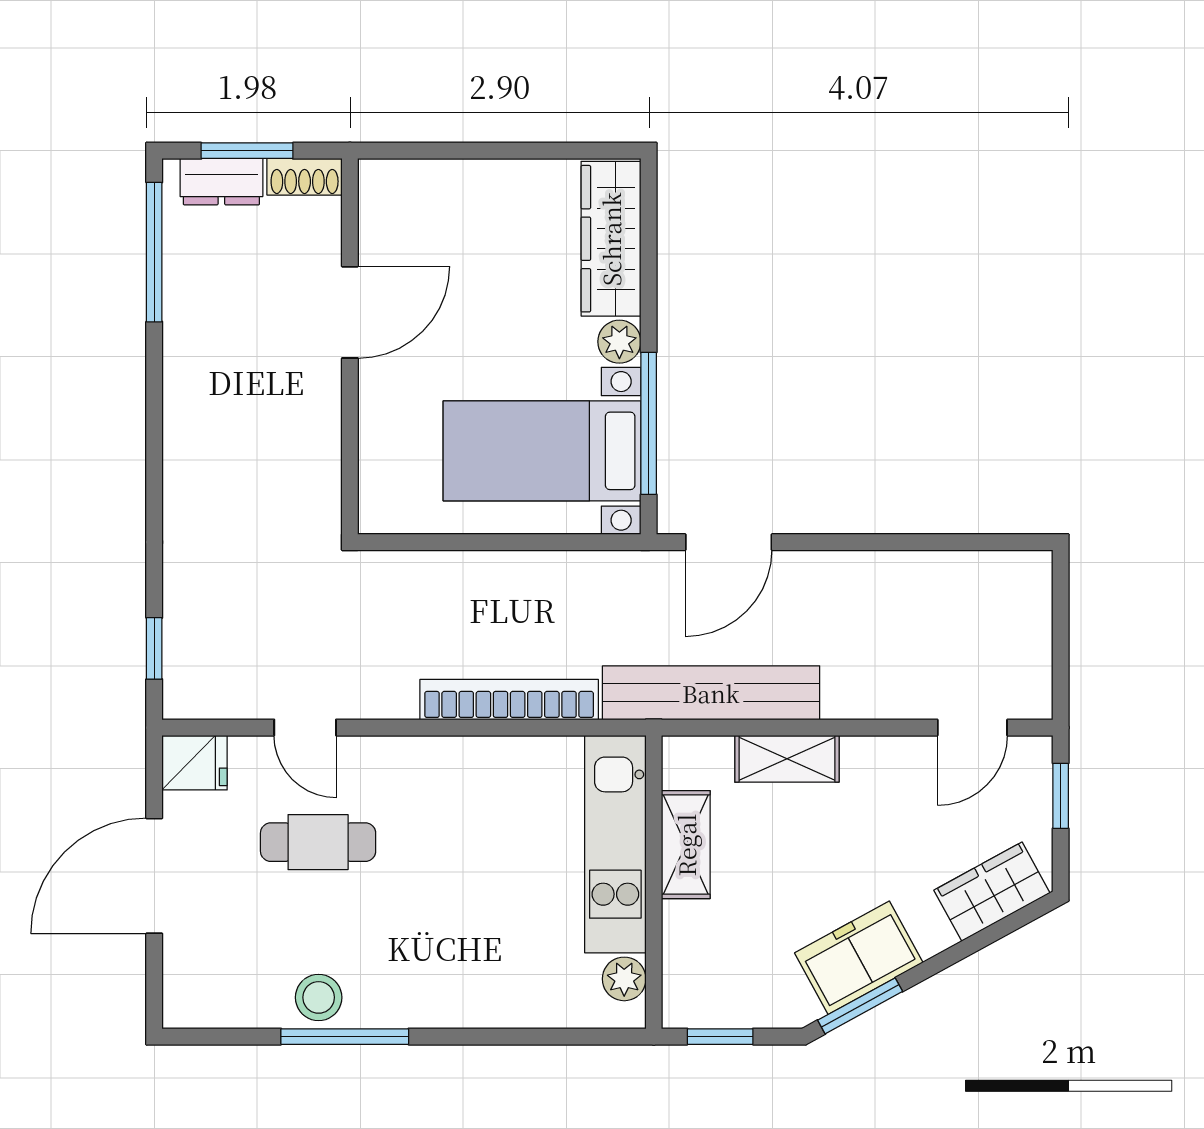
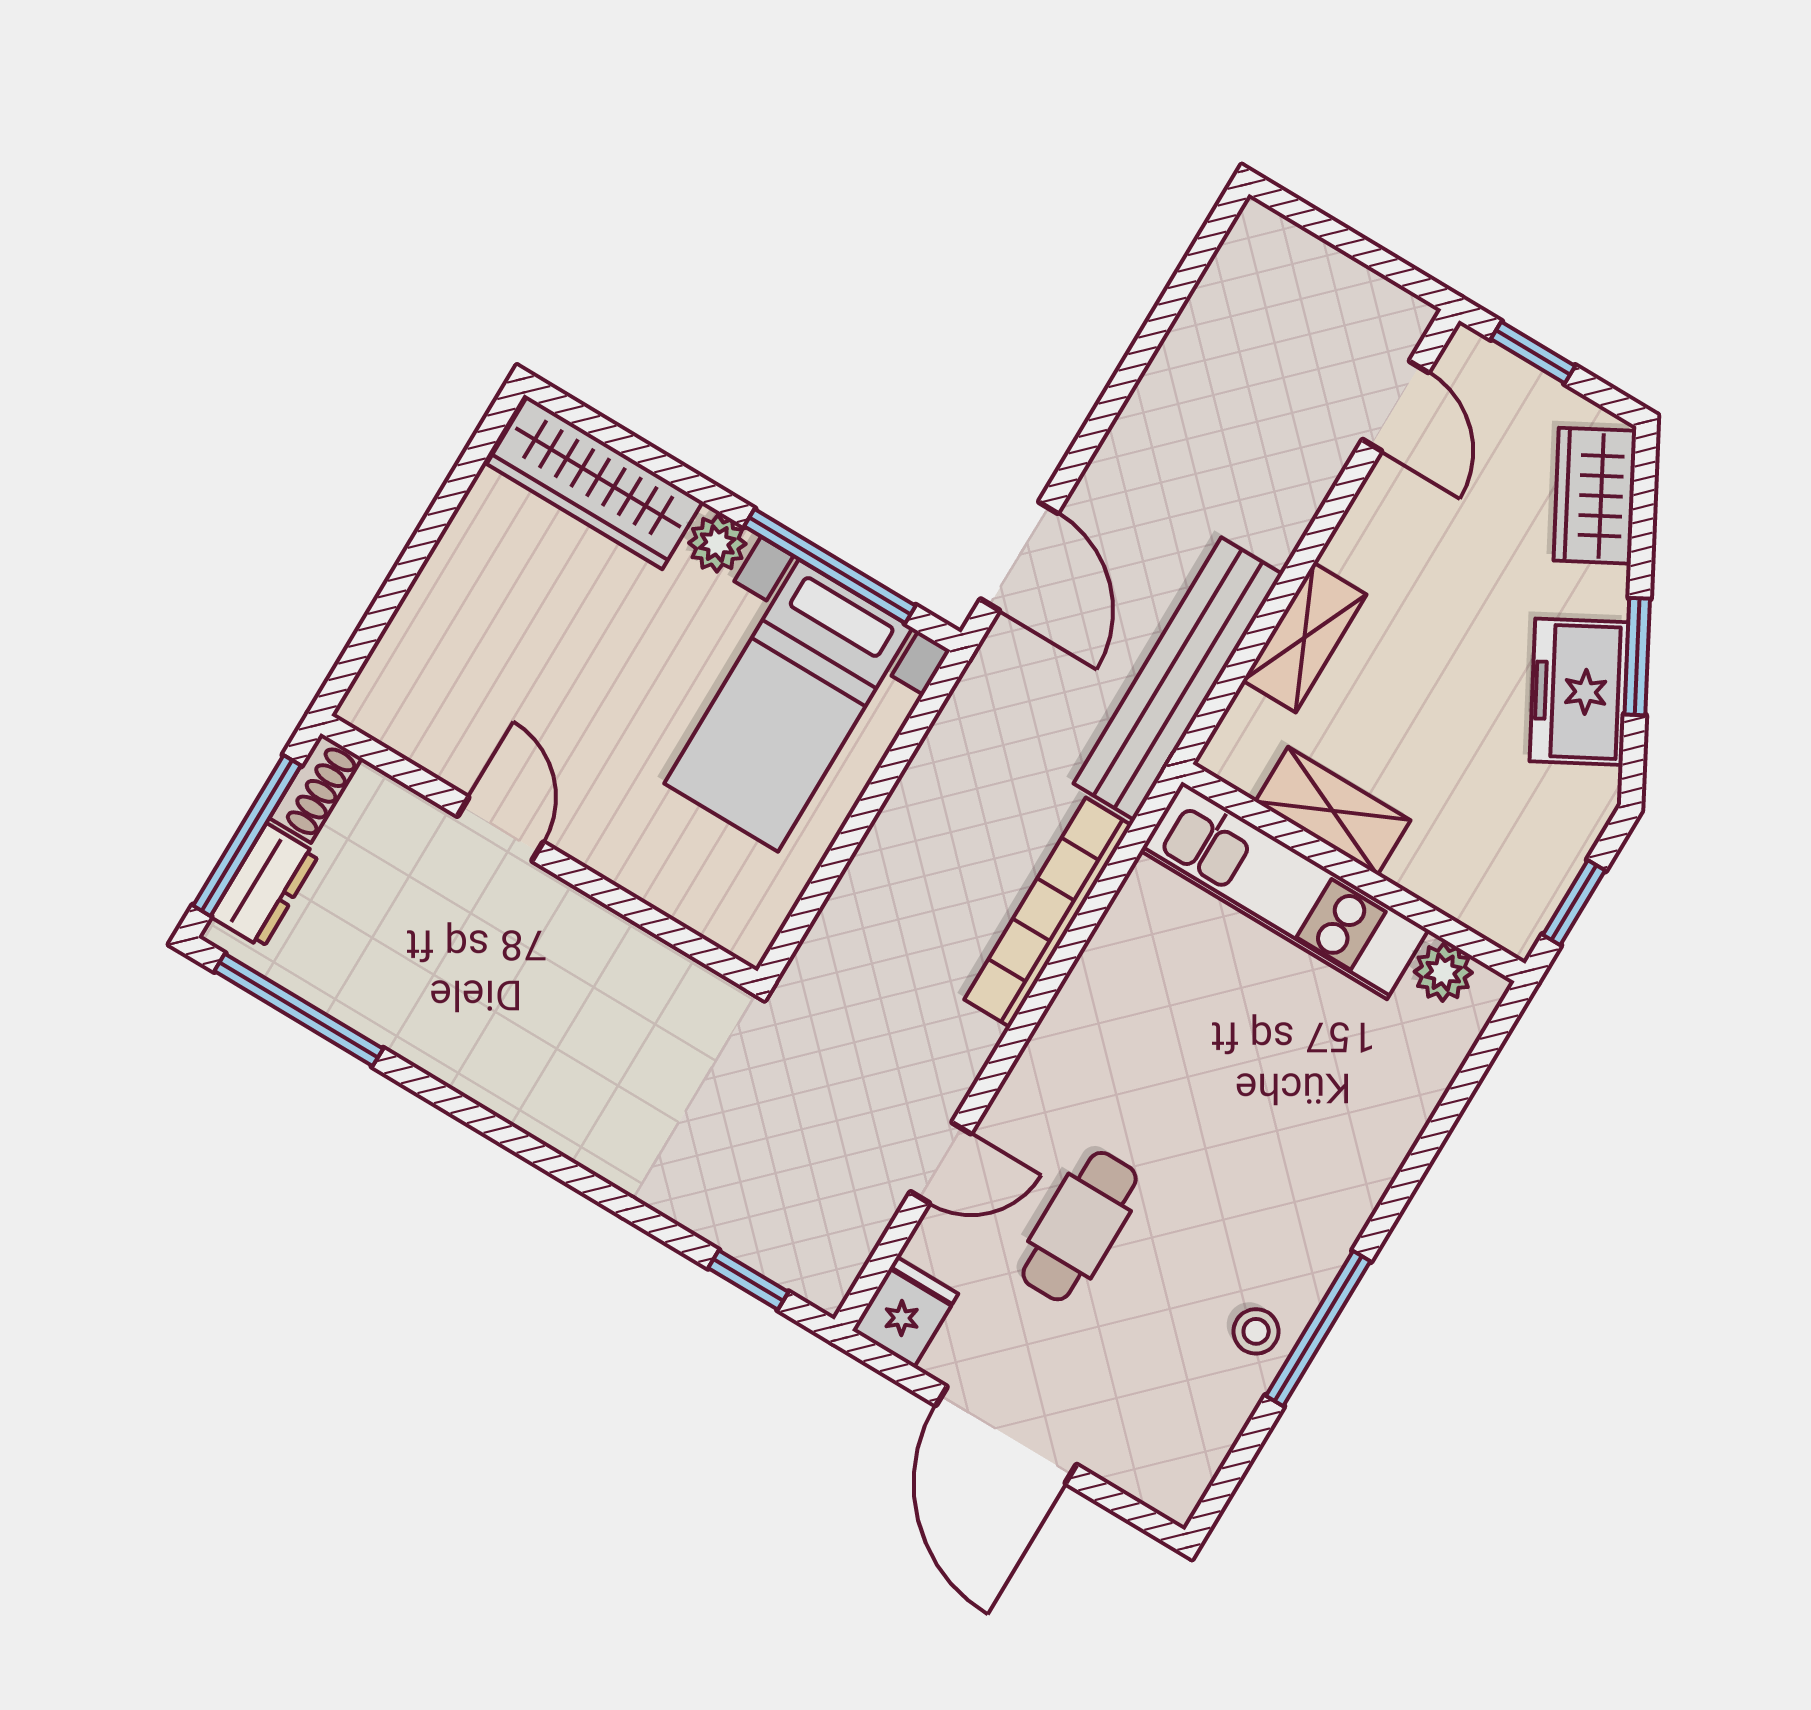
window: (247, 151) -> (247, 836), width x1.44
door: (350, 312) -> (500, 829), width x0.73
stool: (319, 997) -> (1256, 1331), width x0.73, depth x0.73
window: (860, 1006) -> (1637, 657), moved

